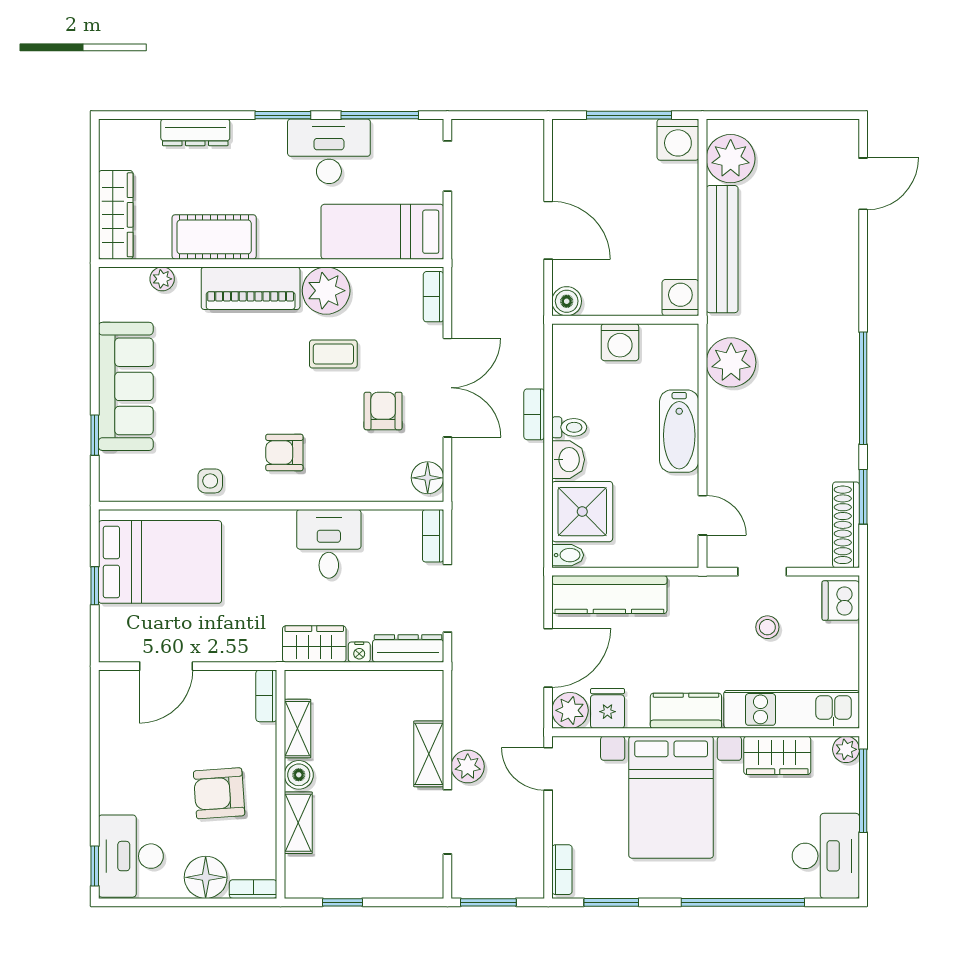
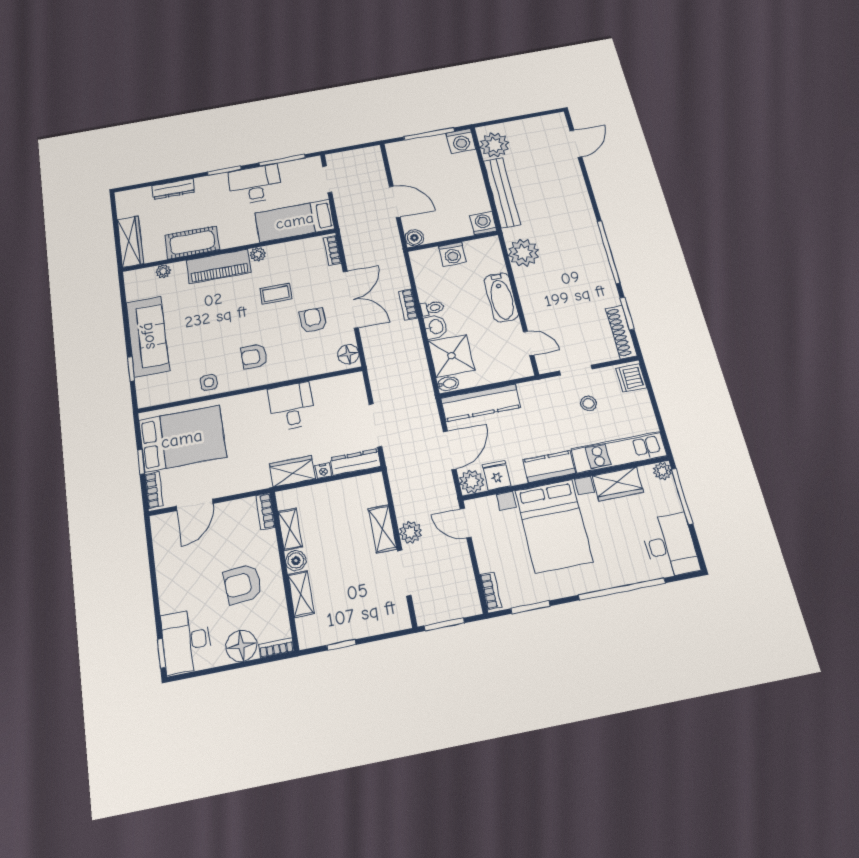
plant: (326, 291) -> (258, 254), width x0.53, depth x0.53
bookcase: (433, 536) -> (154, 490), moved, turned 180

